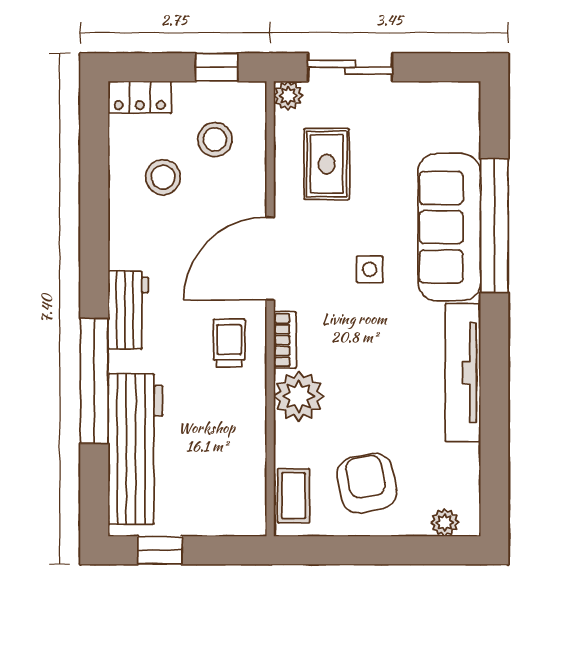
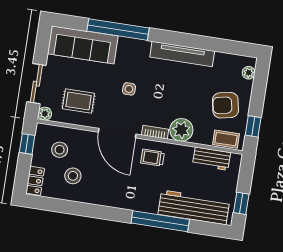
sofa: (449, 227) -> (83, 45), moved
workbench: (128, 310) -> (212, 159), moved, turned 180
window: (330, 550) -> (253, 126), added

